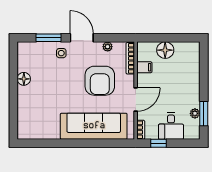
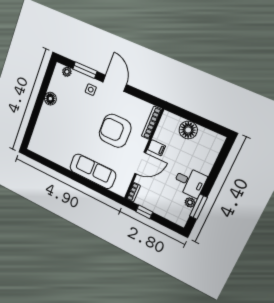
plant: (108, 47) -> (67, 72), moved
filing cabinet: (144, 67) -> (156, 148), moved
armchair: (100, 81) -> (115, 131), turned 90
sofa: (94, 126) -> (93, 171), width x0.74, depth x0.79
desk: (171, 126) -> (190, 182), moved, turned -90

